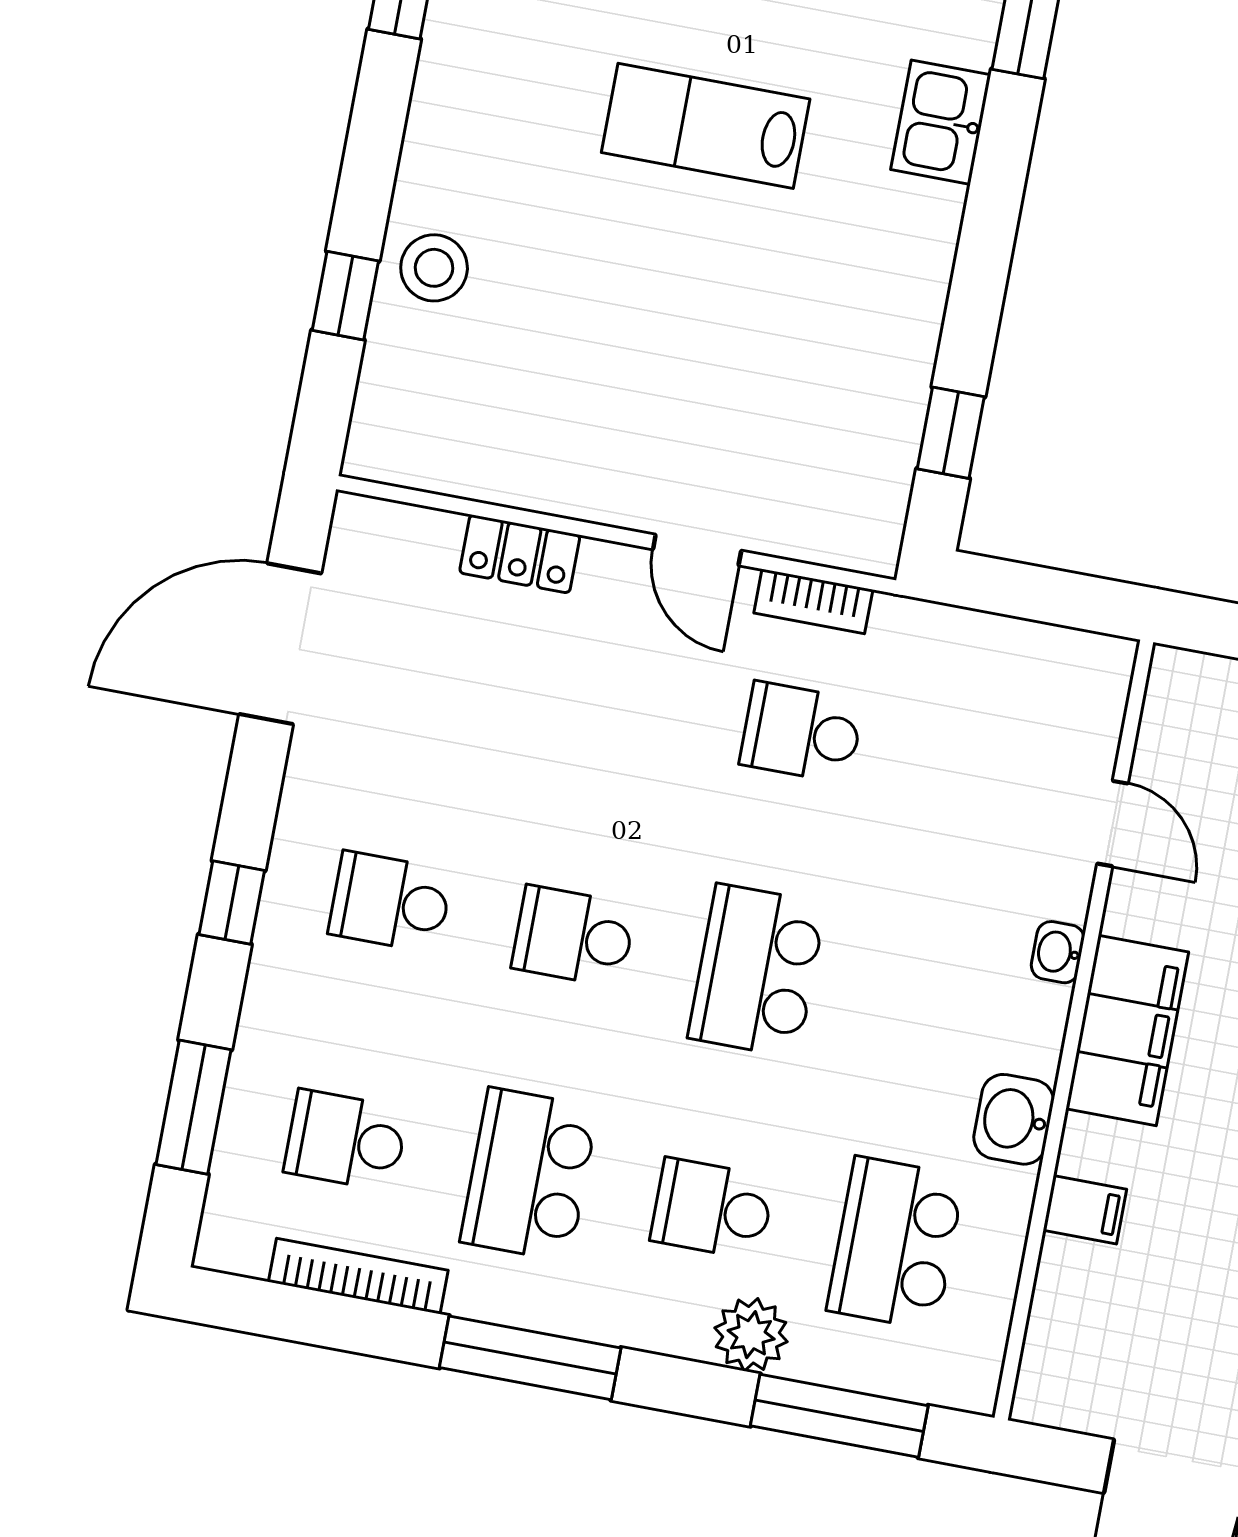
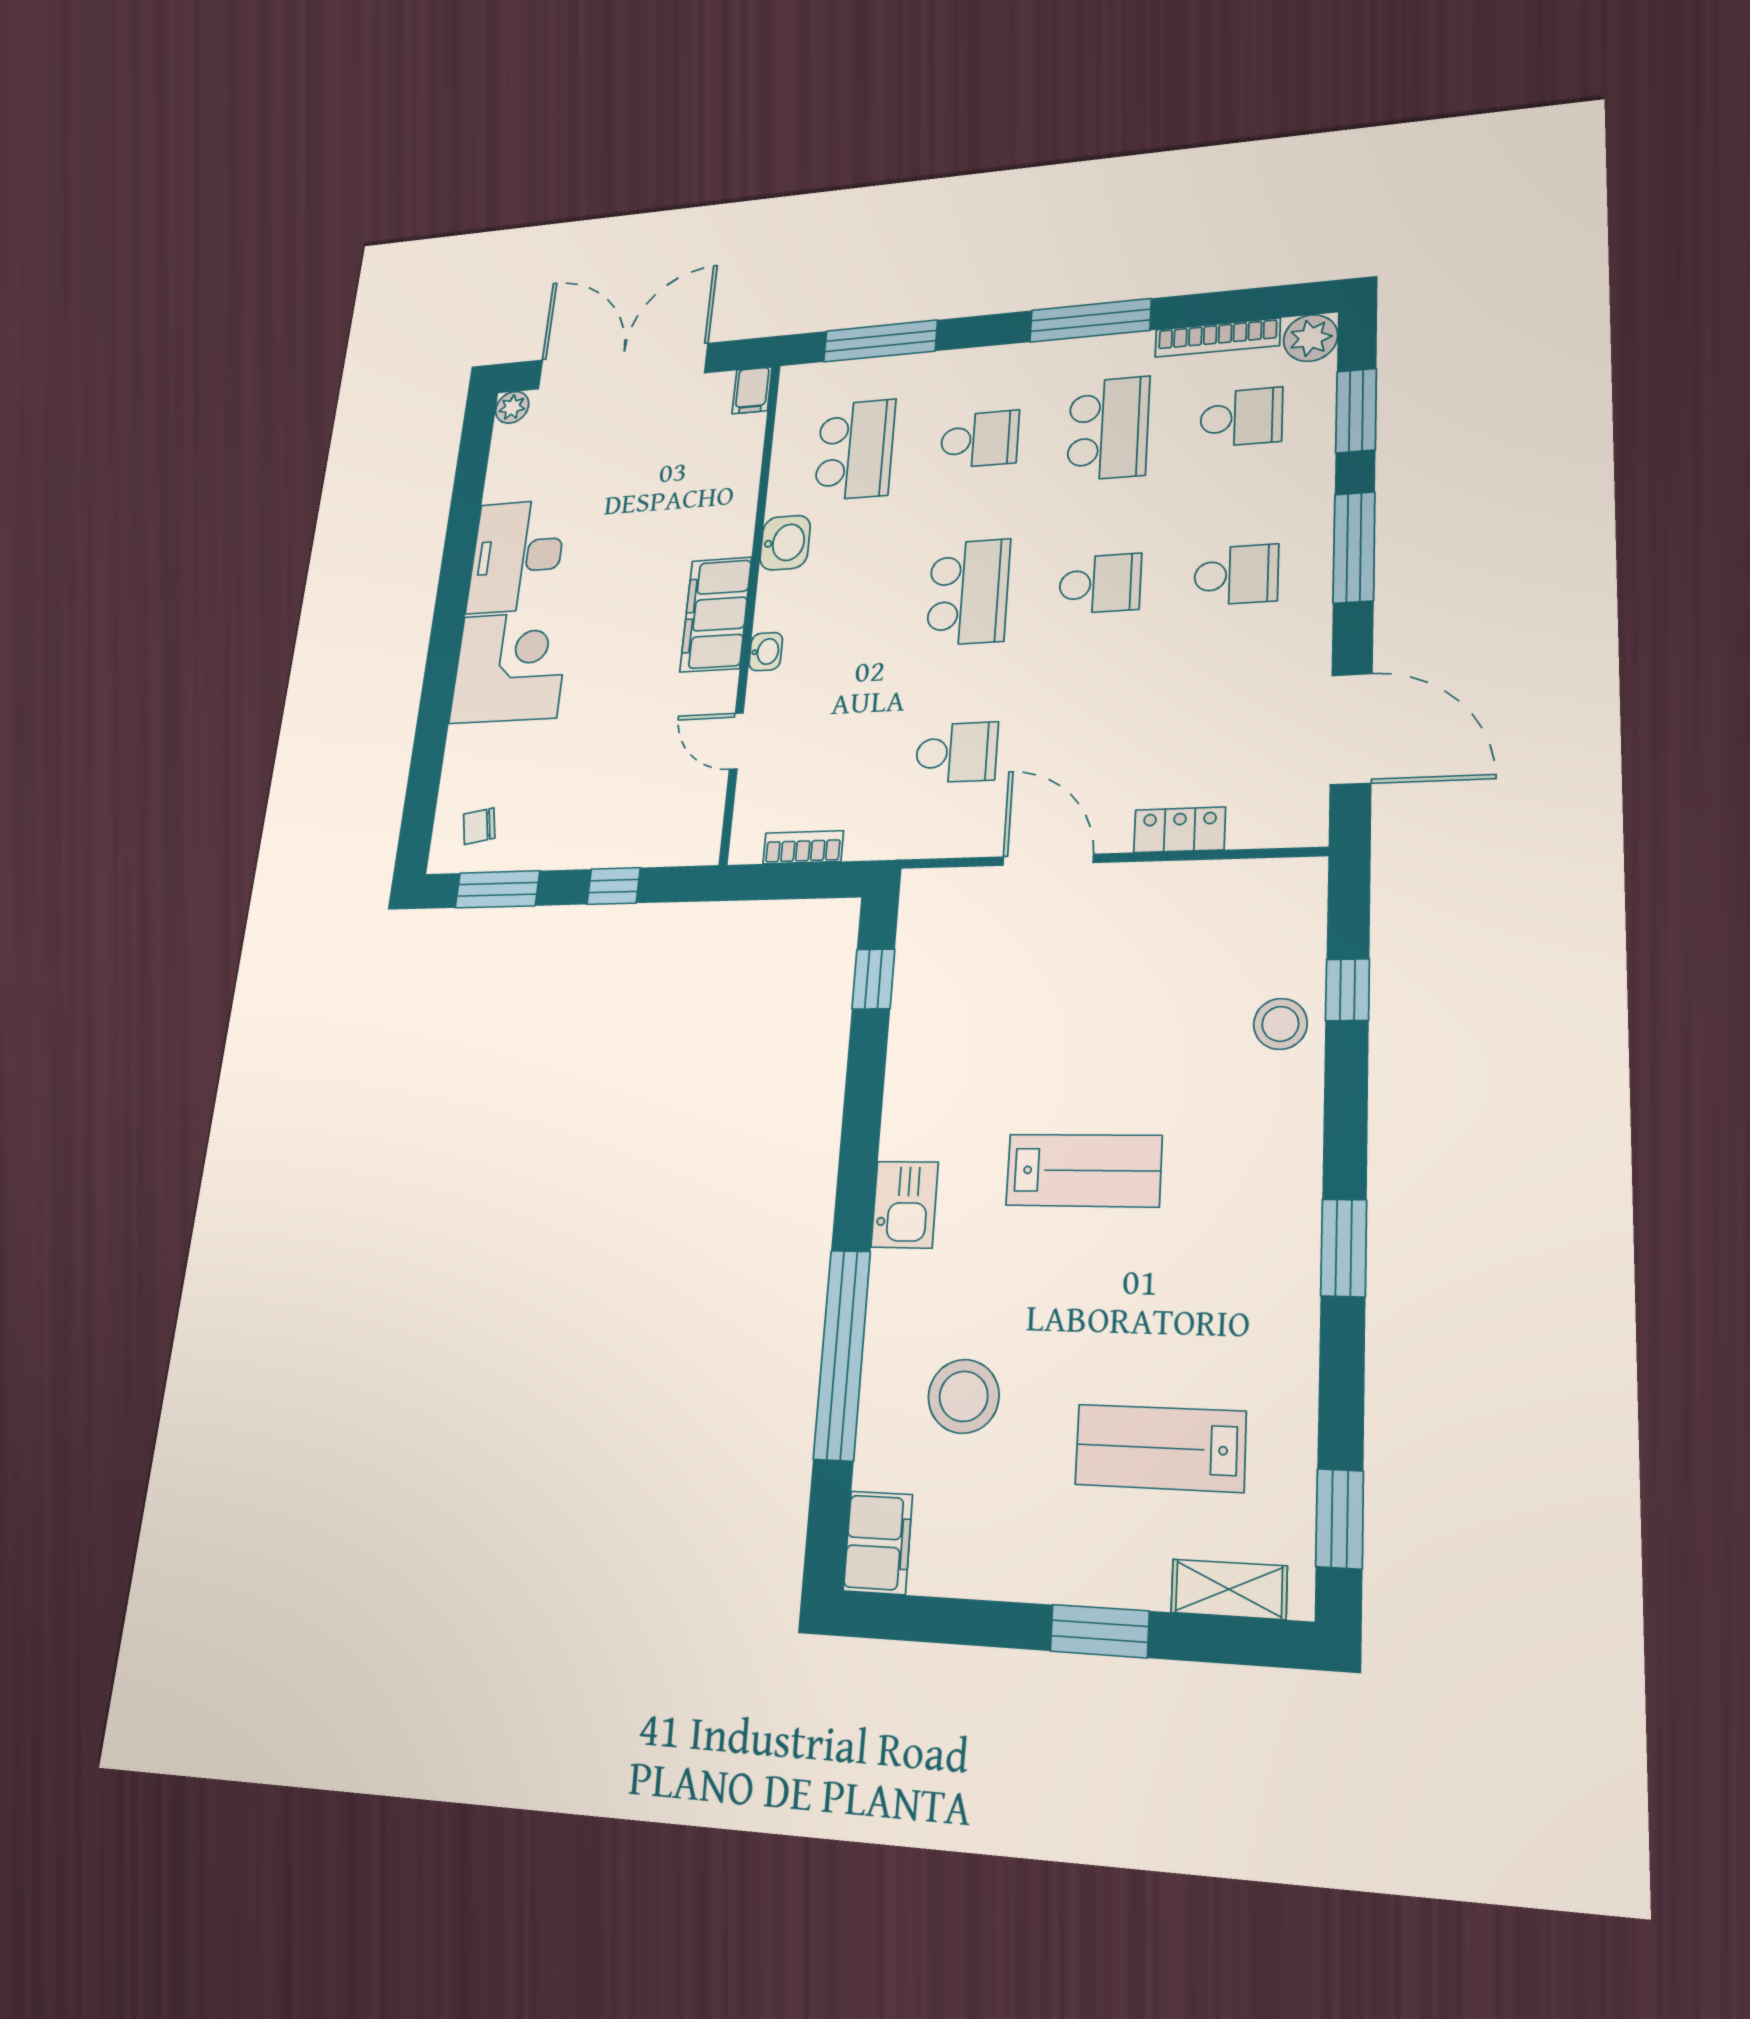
door: (697, 550) -> (1048, 860), width x1.38
bookcase: (813, 601) -> (803, 847), moved
door: (280, 644) -> (1351, 729), hinge flipped
window: (232, 903) -> (1354, 547), width x2.17
filing cabinet: (1085, 1210) -> (752, 390), moved, turned -90
plant: (751, 1335) -> (1311, 338), moved

